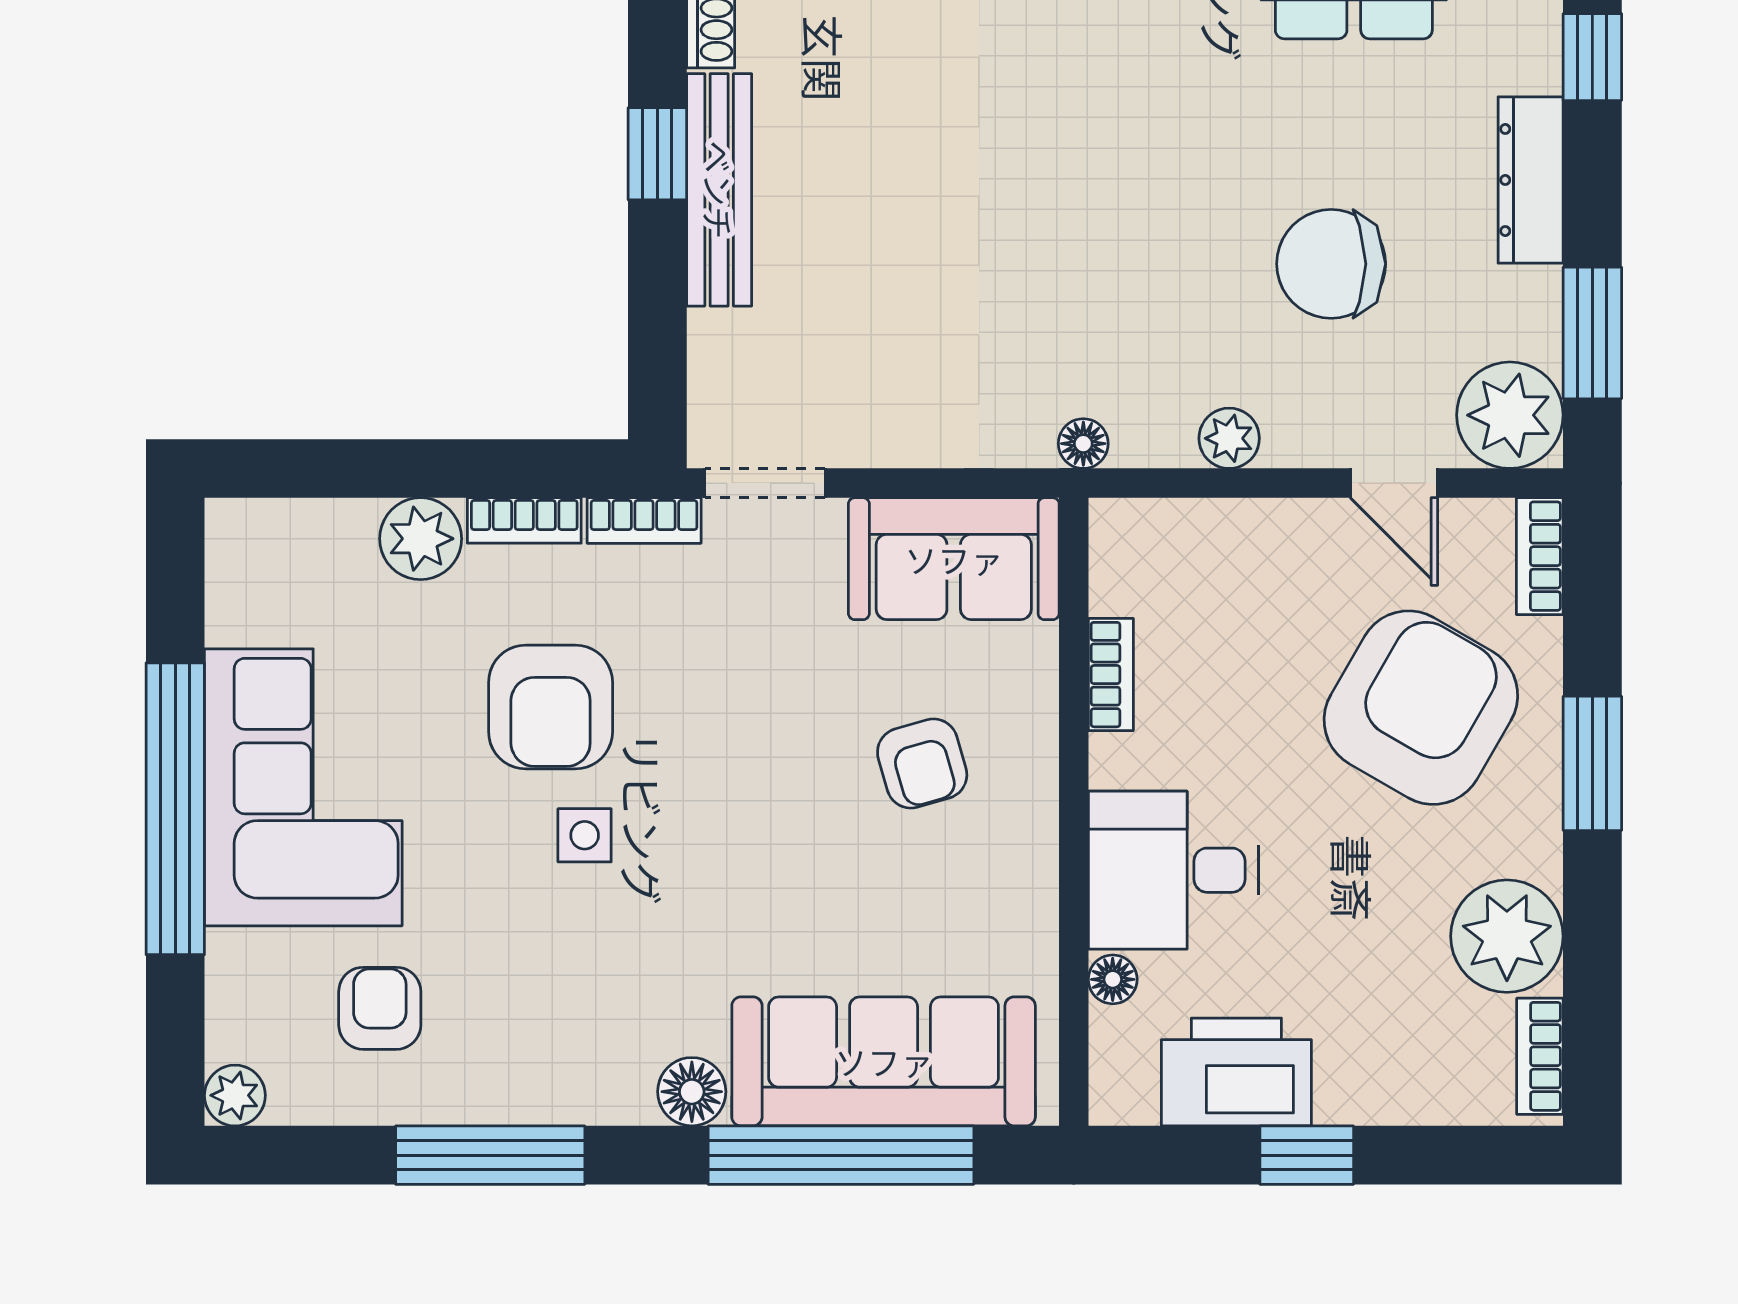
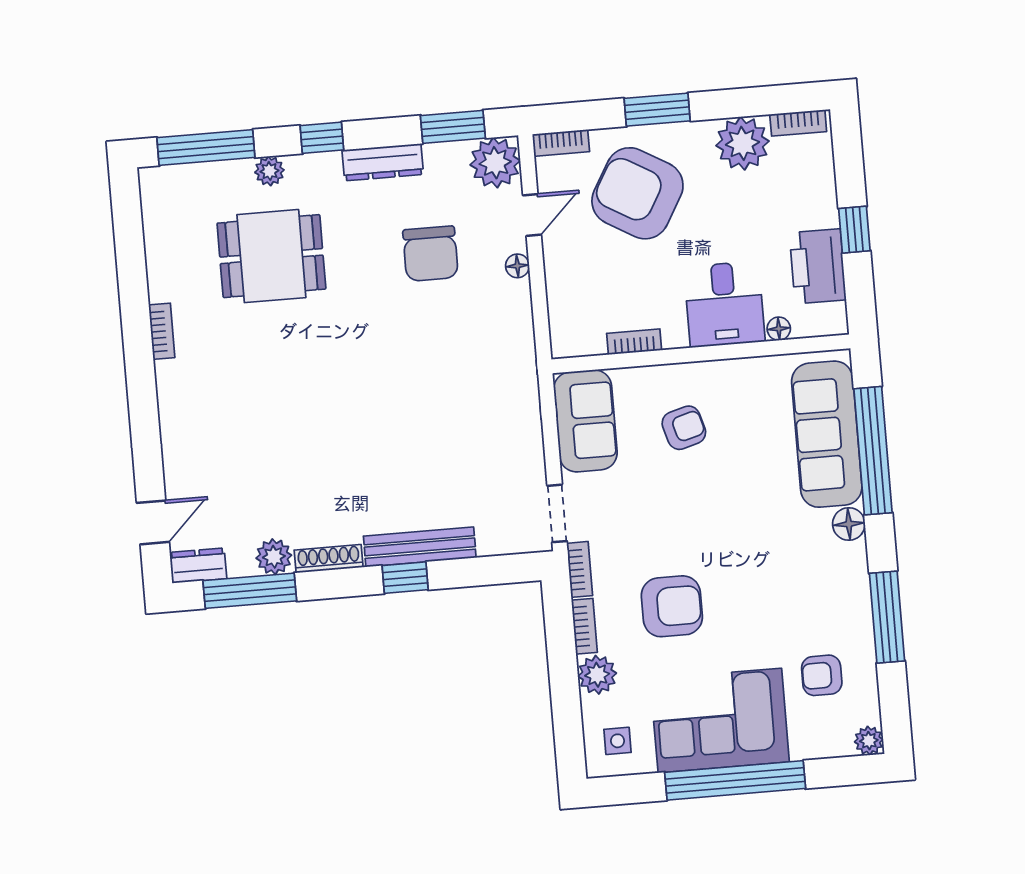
plant: (1229, 438) -> (517, 295), removed
floor lamp: (1083, 444) -> (517, 266), moved
side table: (585, 835) -> (618, 741), moved

